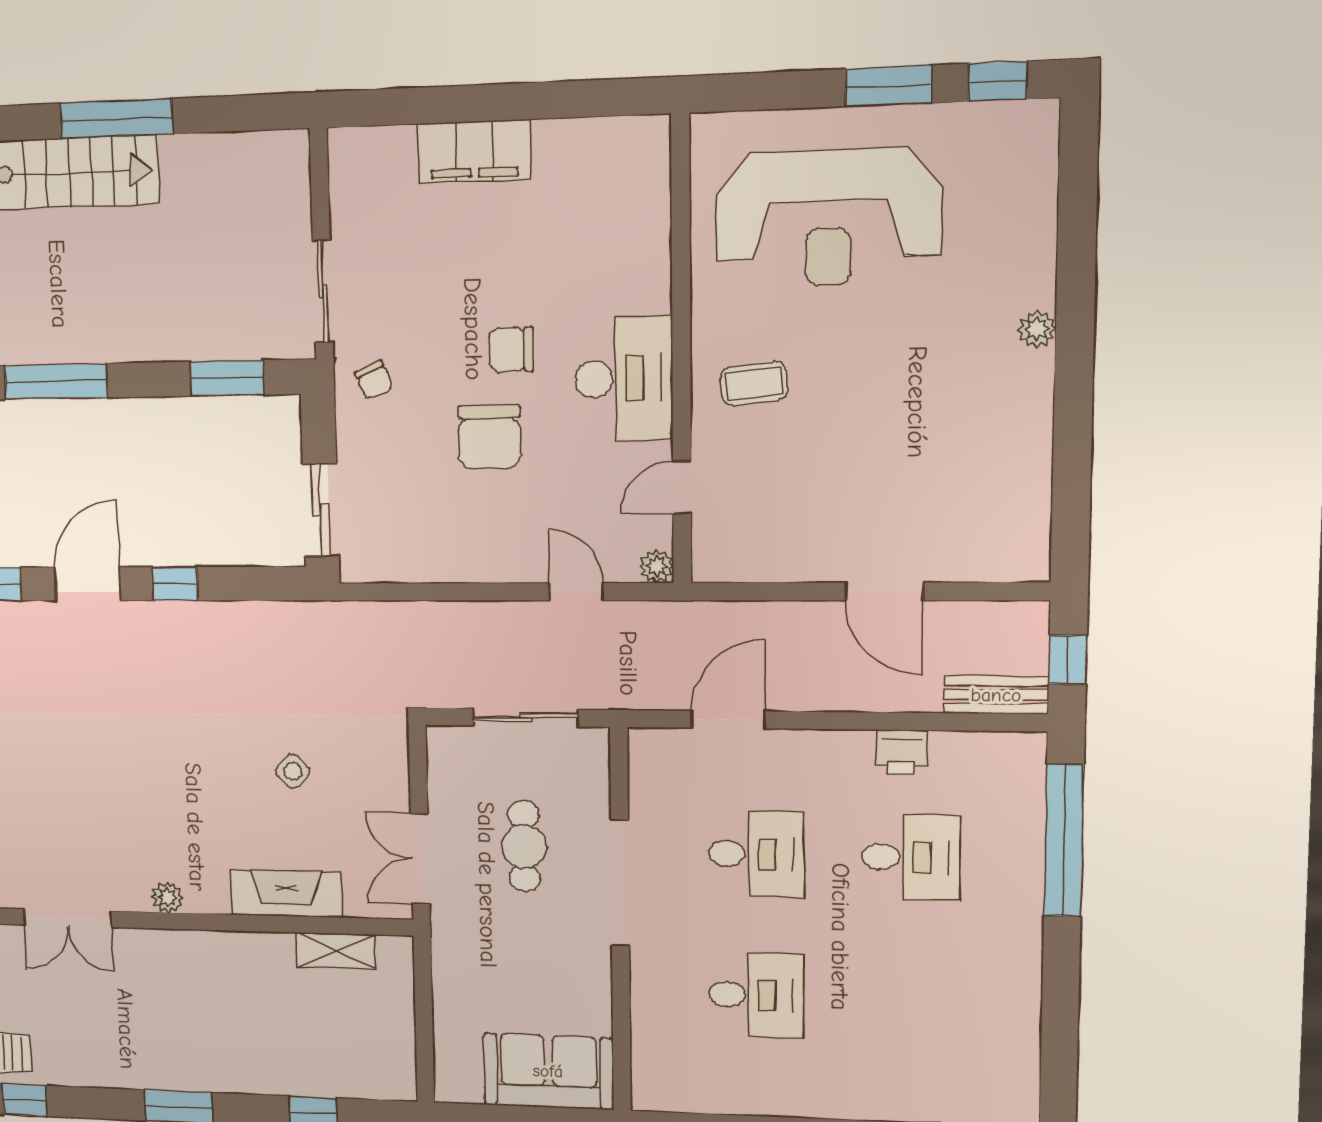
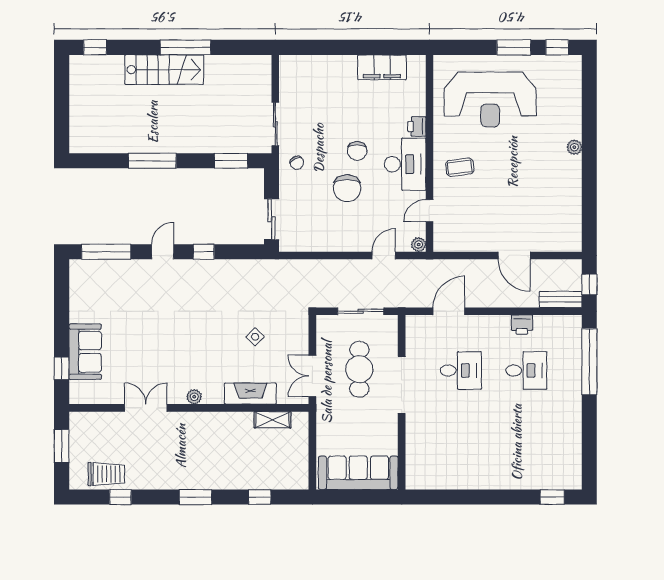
filing cabinet: (474, 152) -> (382, 67), moved
printer: (651, 288) -> (417, 127), added
chair: (511, 350) -> (357, 151), turned -90
door: (87, 584) -> (163, 252), width x0.73
door: (576, 592) -> (384, 255), hinge flipped
cafe table: (524, 846) -> (359, 369), width x1.37, depth x1.35
double door: (68, 918) -> (146, 408), swing flipped
desk: (756, 995) -> (461, 434), removed
sofa: (548, 1071) -> (358, 473), width x1.36

